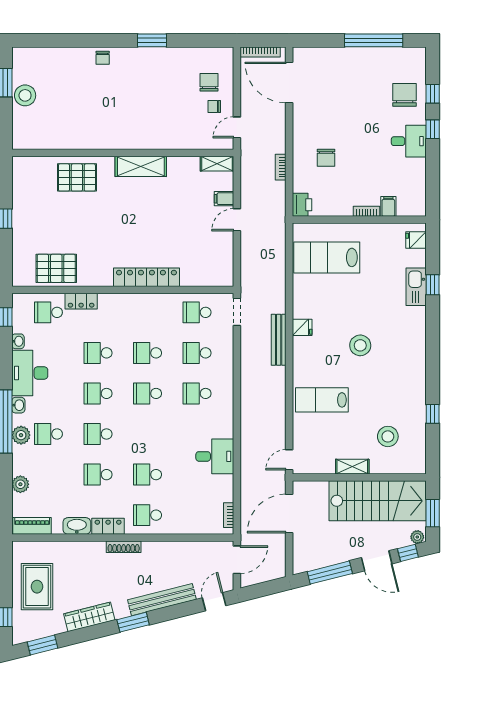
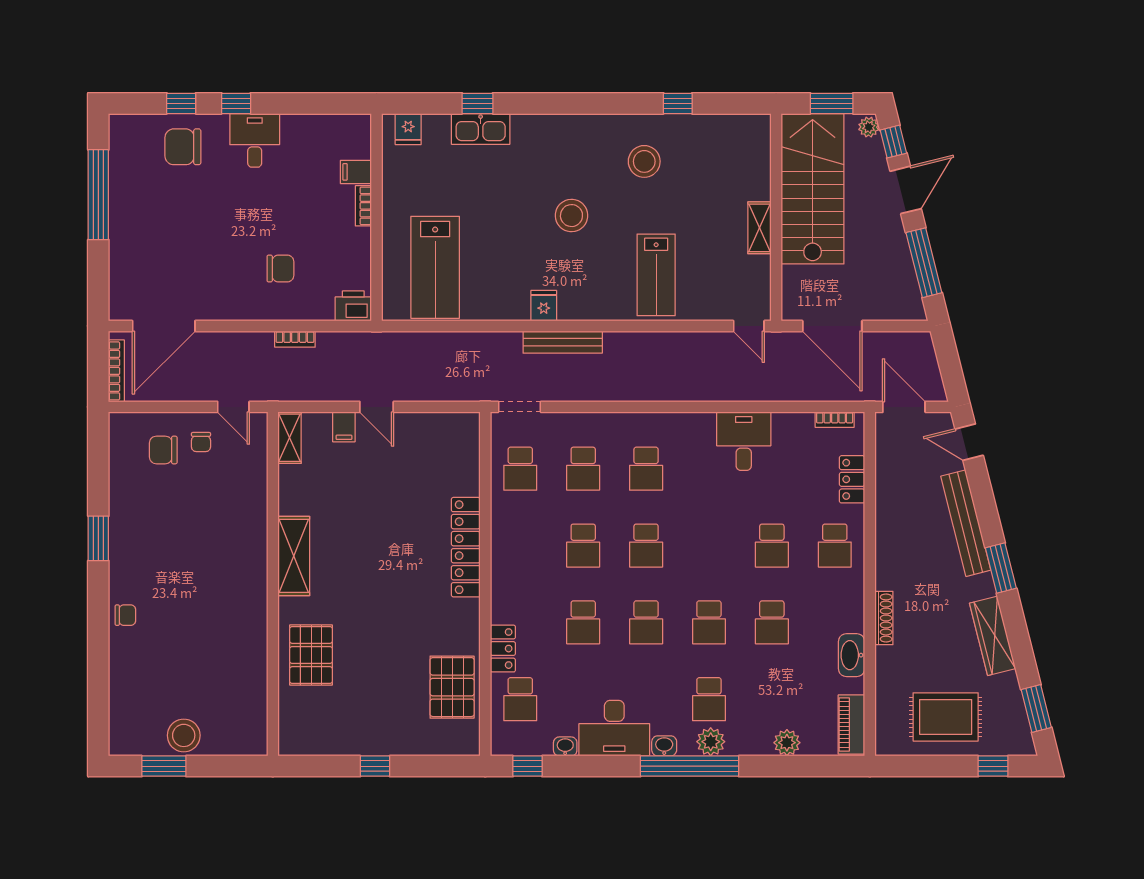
stool: (388, 436) -> (644, 161), moved
locker: (108, 526) -> (852, 479), moved
shoe rack: (124, 547) -> (884, 618), moved

